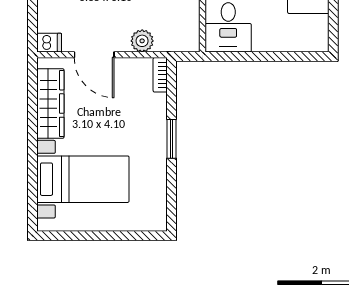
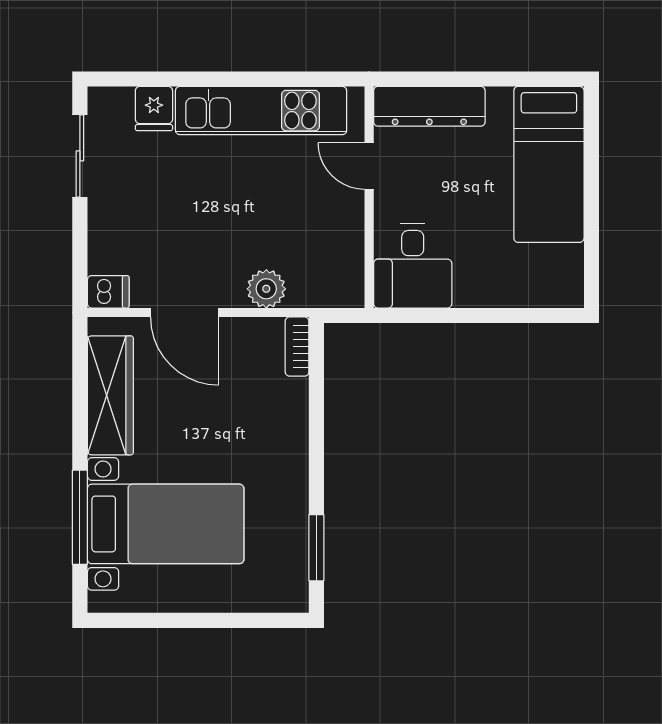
window: (172, 139) -> (316, 548), moved
window: (32, 175) -> (80, 517), added

